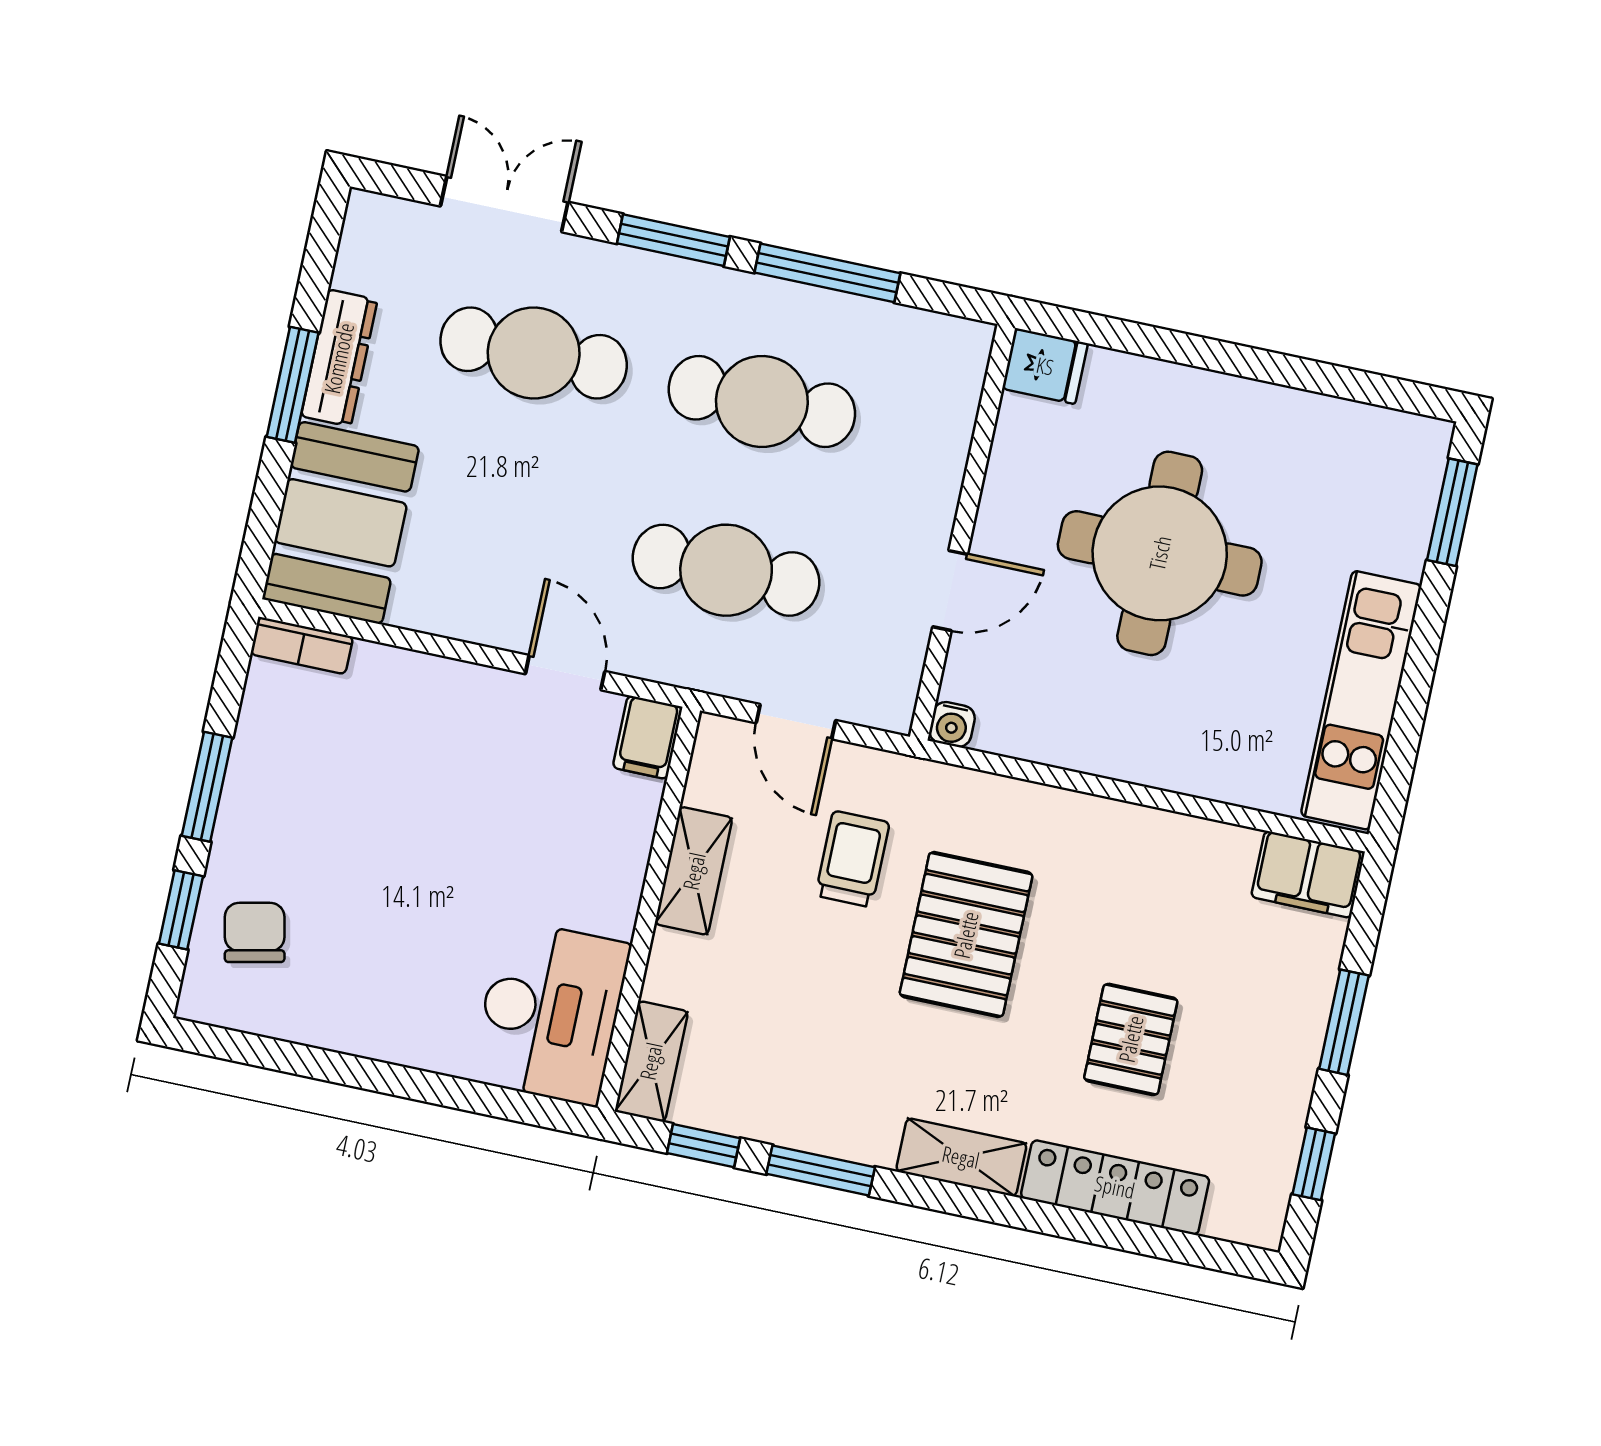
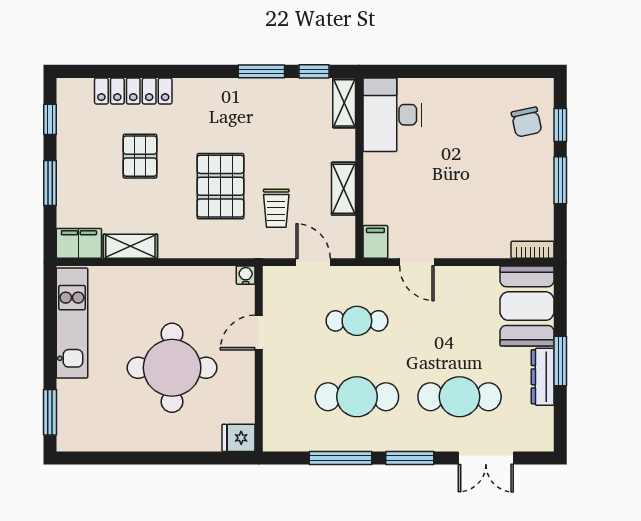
cafe table: (726, 570) -> (357, 321), width x0.73, depth x0.74
shelving: (961, 1157) -> (130, 246), moved

